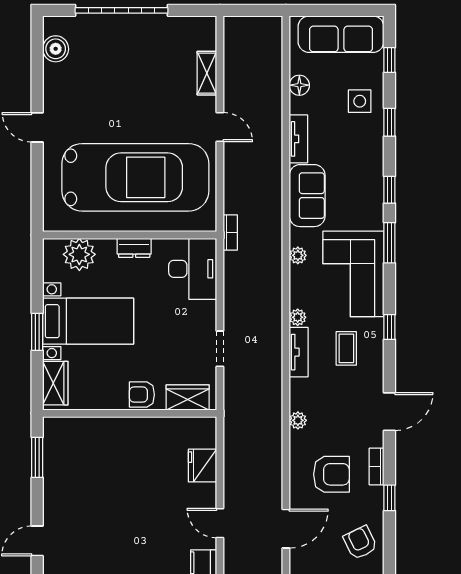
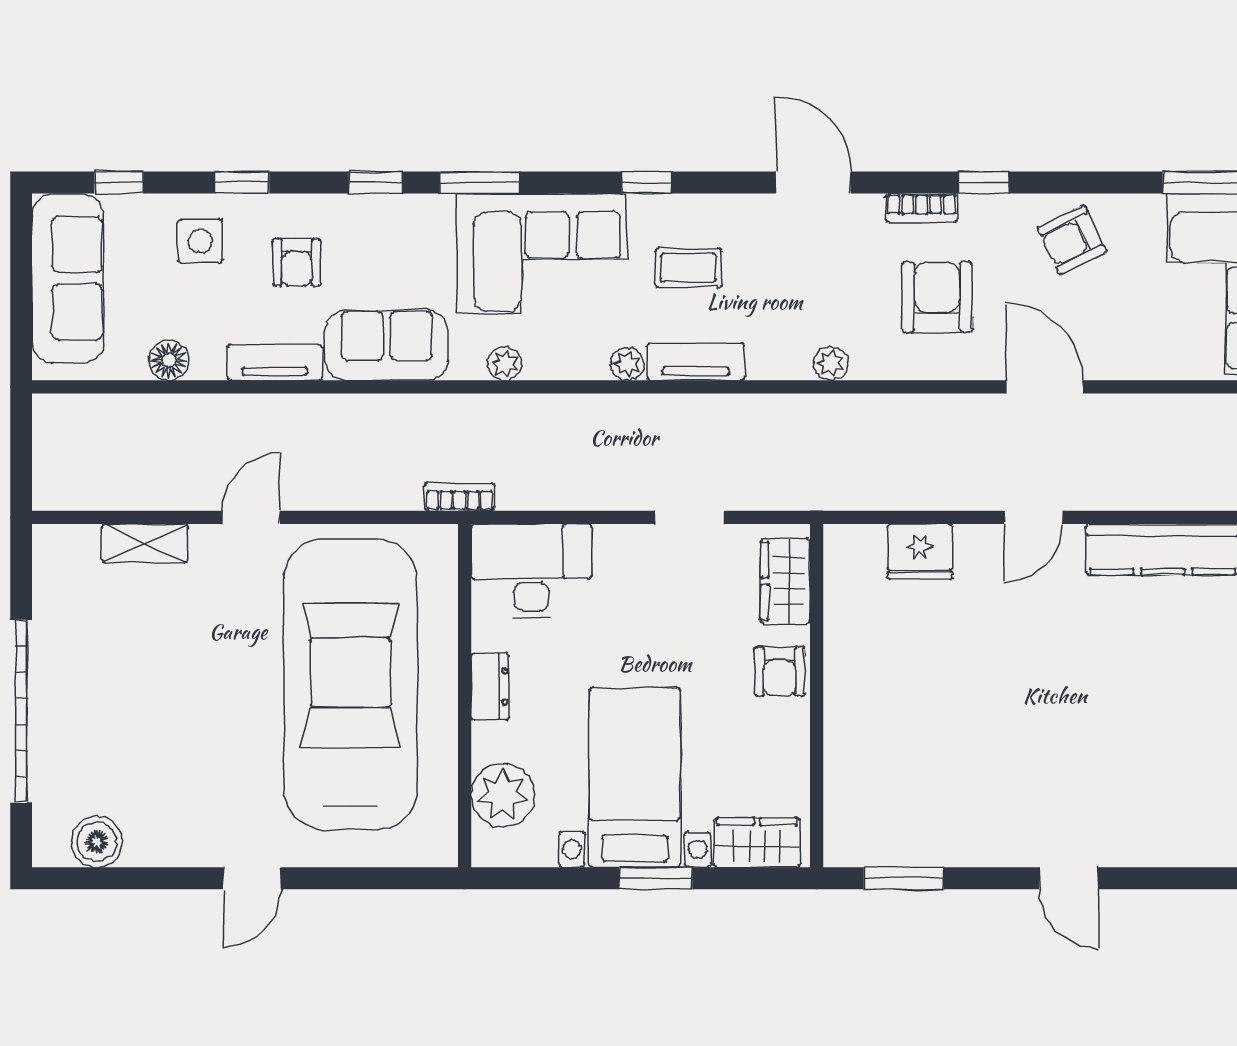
armchair: (349, 150) -> (297, 262), added

